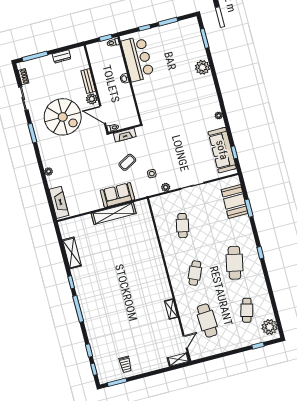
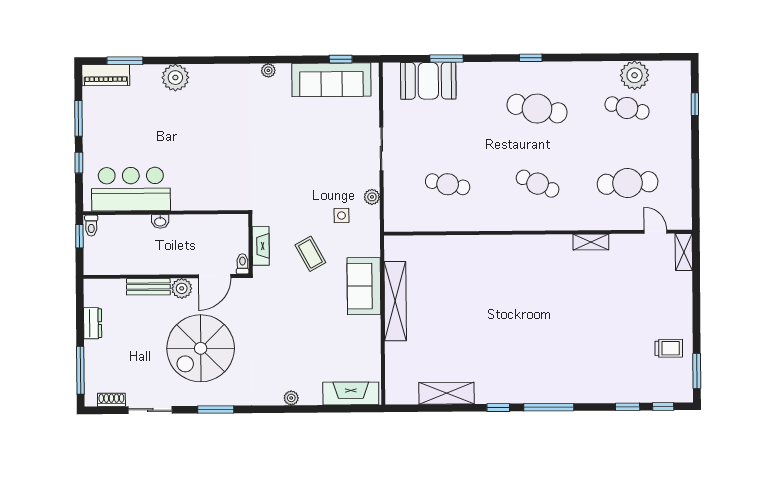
piano: (194, 30) -> (106, 75), added
spiral stairs: (63, 117) -> (201, 348), turned 180
plant: (270, 327) -> (635, 75), moved

